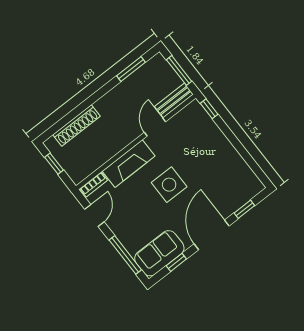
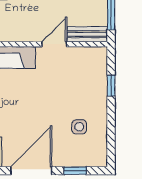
window: (209, 109) -> (111, 86), moved
side table: (169, 185) -> (79, 127), moved, width x0.54, depth x0.54

